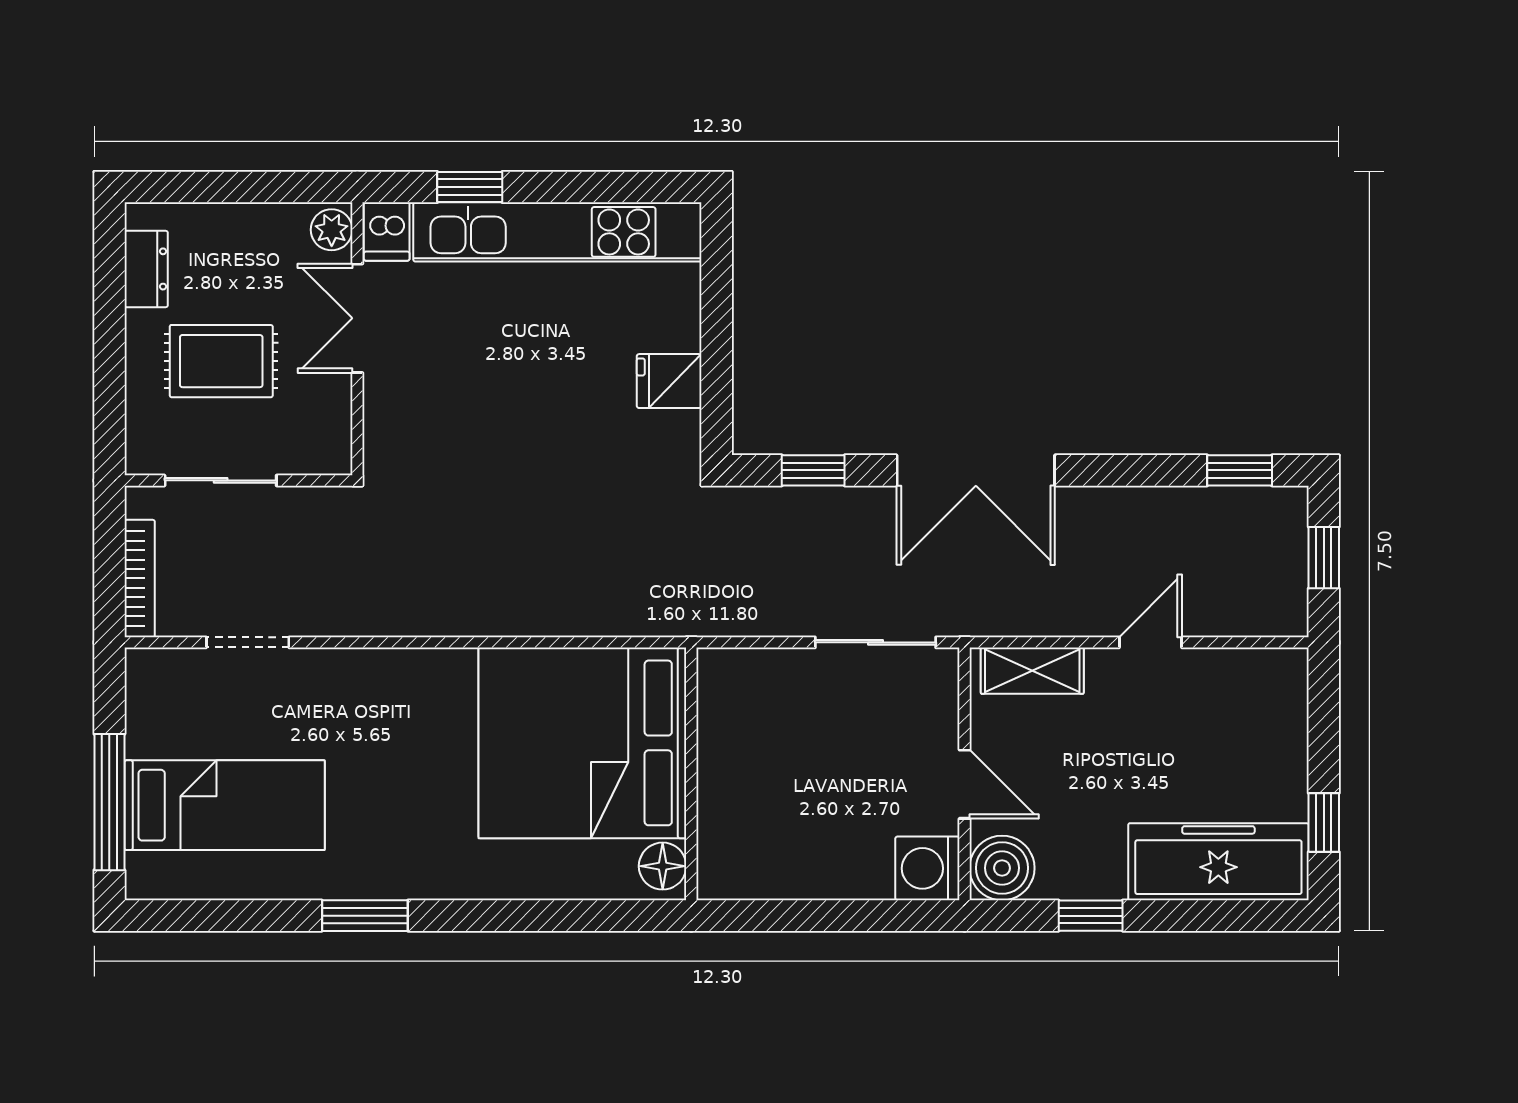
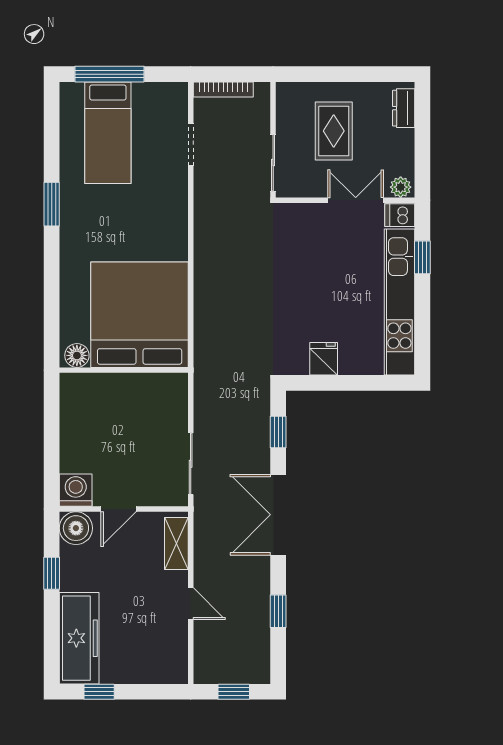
dresser: (146, 269) -> (404, 108), moved, turned 90
window: (1240, 470) -> (278, 611), moved
sliding door: (221, 480) -> (273, 163), moved

